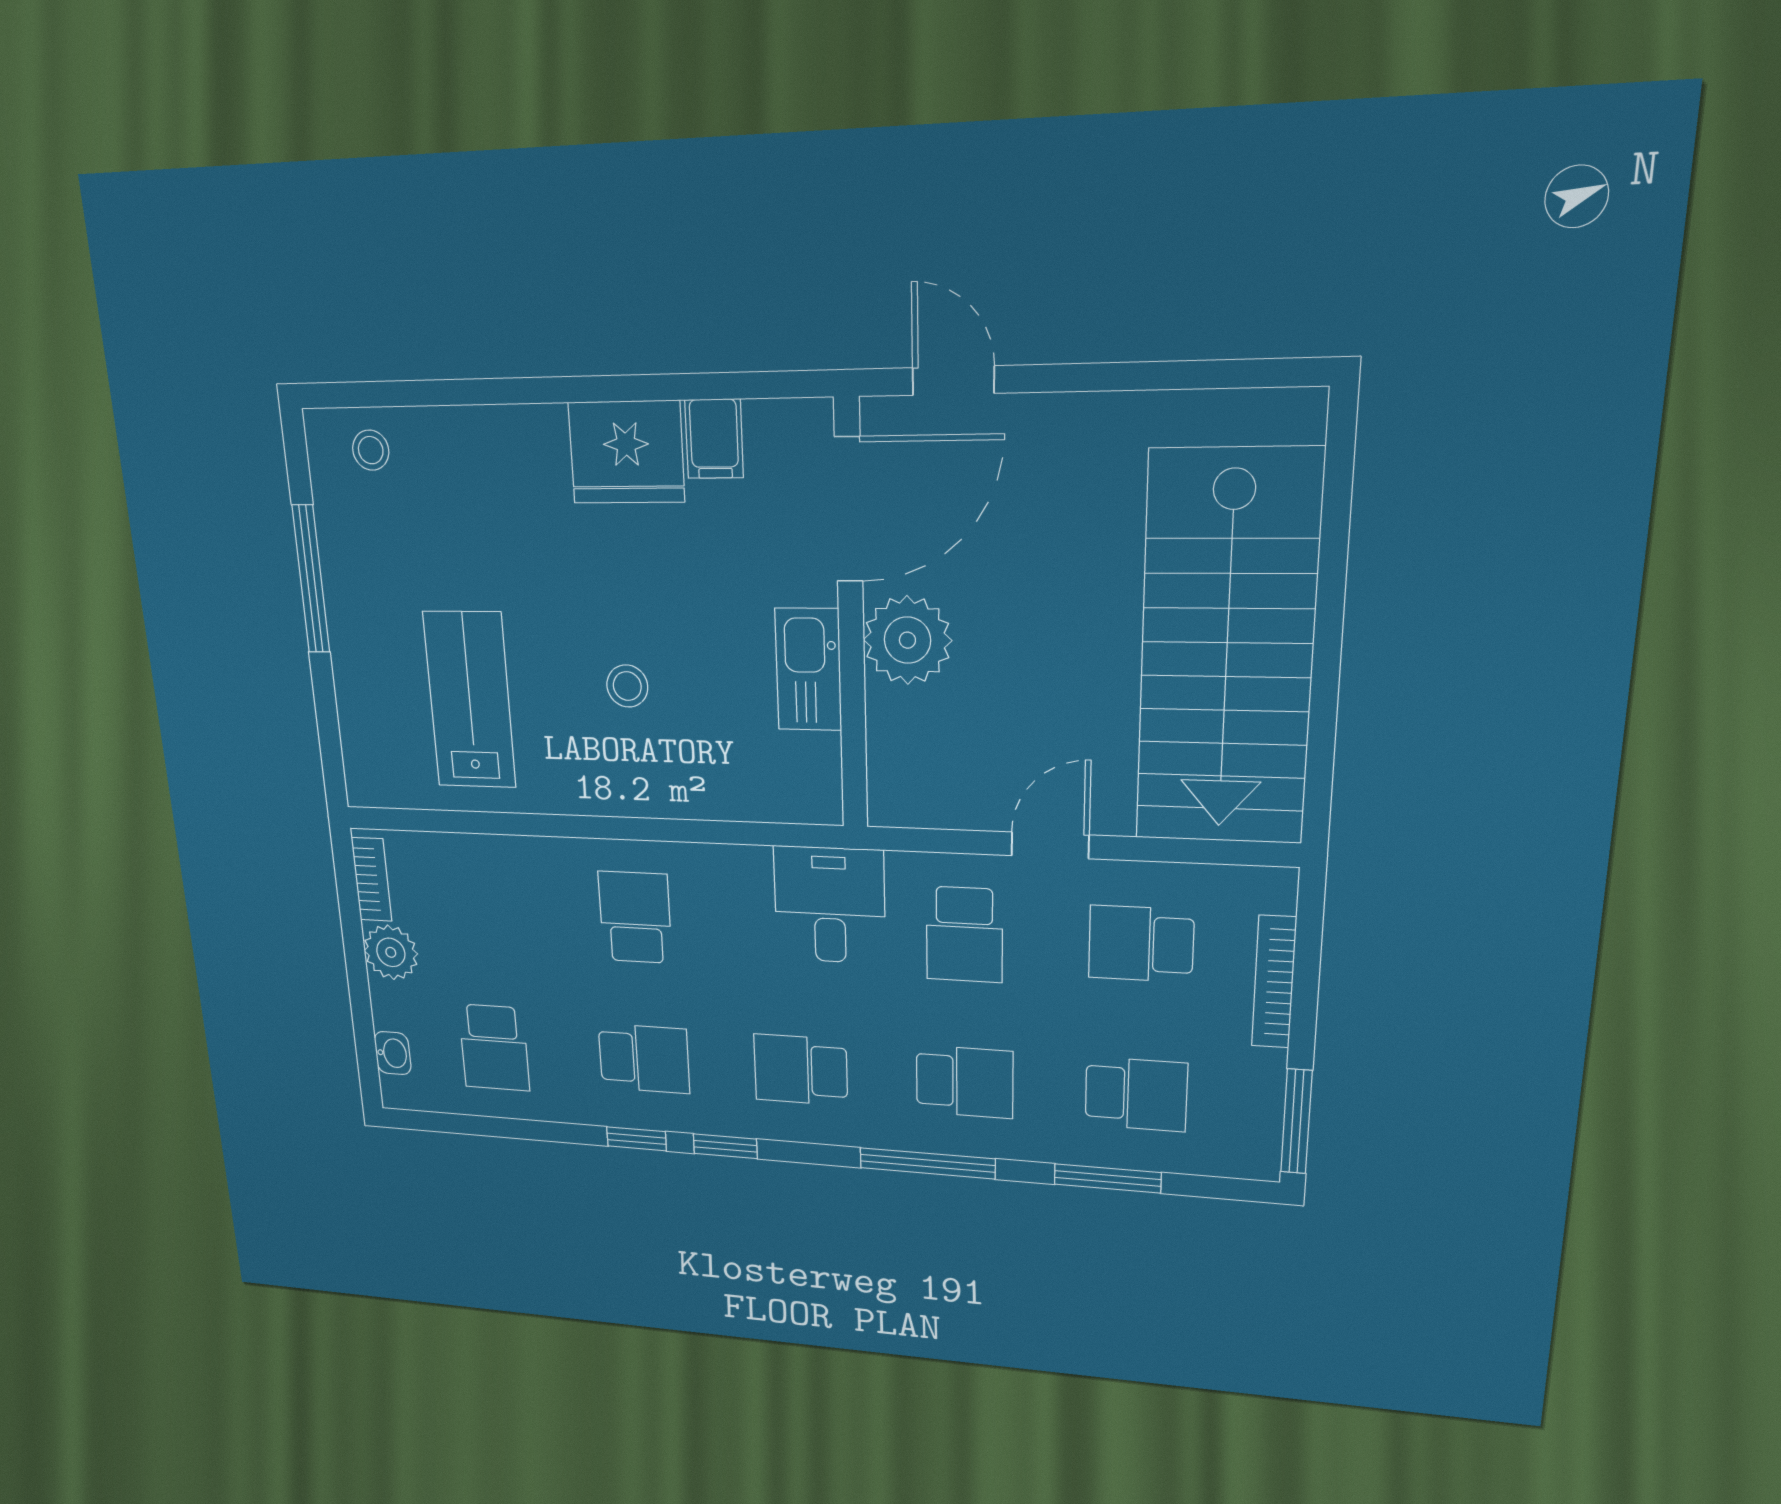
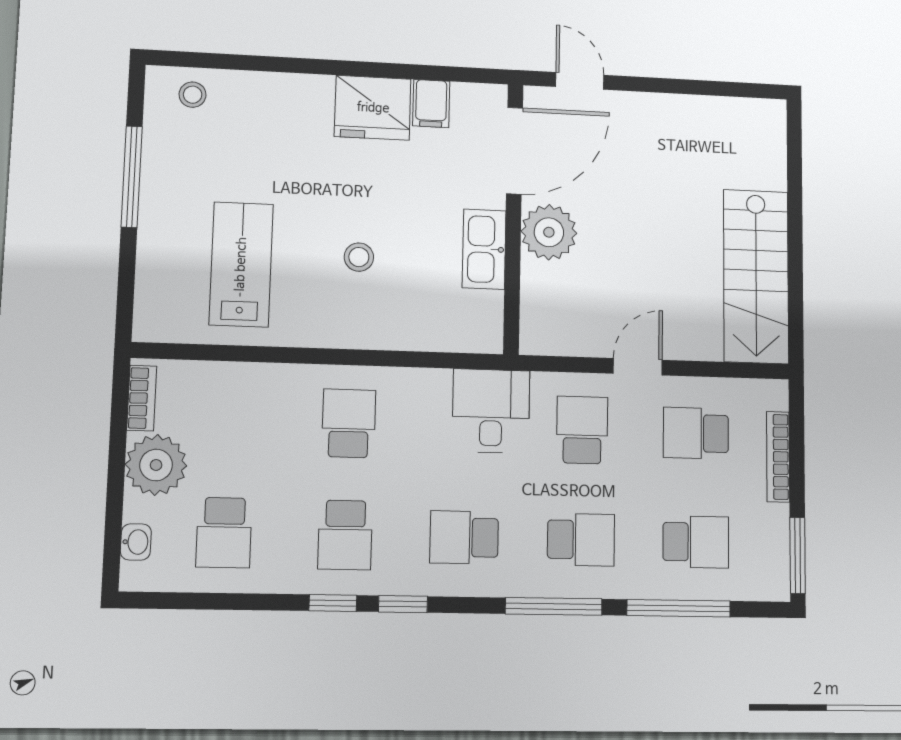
stairs: (1227, 650) -> (756, 276), width x0.73, depth x0.66
school desk: (964, 935) -> (582, 430), turned 180
plant: (391, 952) -> (156, 465), width x1.36, depth x1.36
school desk: (644, 1058) -> (345, 535), turned 90
window: (1107, 1178) -> (679, 608), width x1.44

